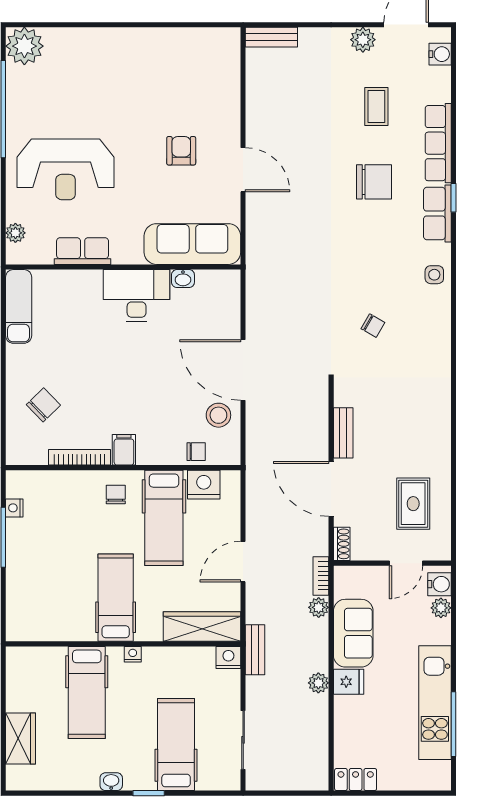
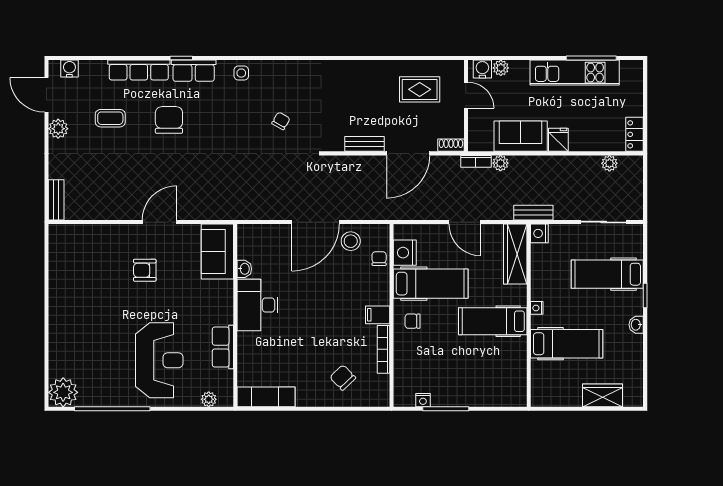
sofa: (192, 244) -> (217, 252), width x0.73
plant: (318, 683) -> (609, 163), moved

